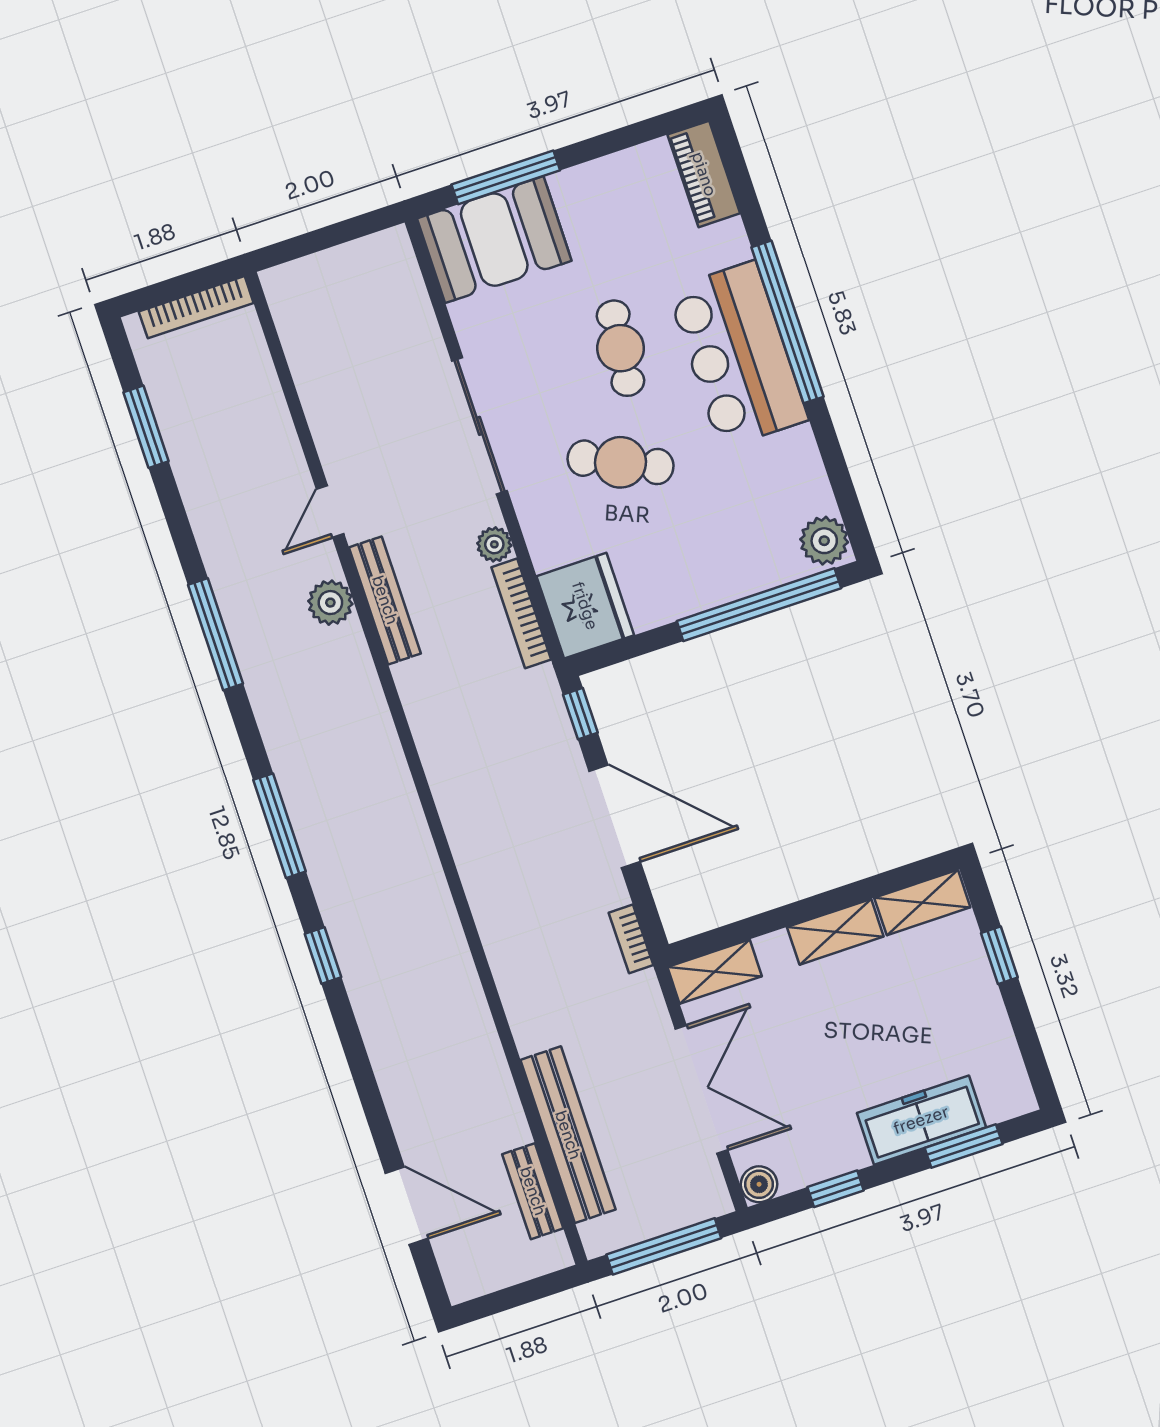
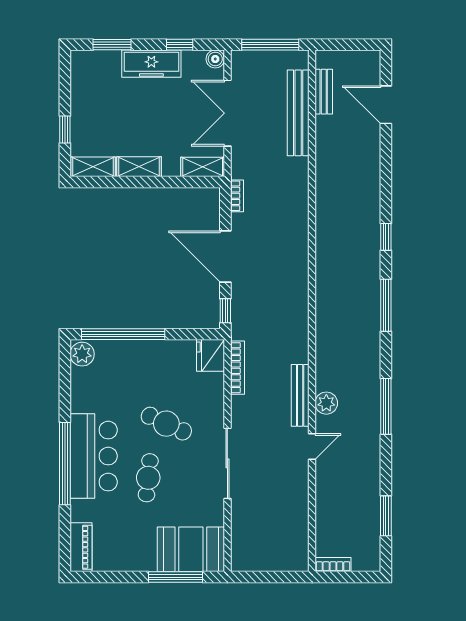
bookcase: (196, 307) -> (333, 565), width x0.64
plant: (494, 544) -> (239, 405), removed
fridge: (585, 606) -> (210, 355), width x0.73, depth x0.75
freezer: (921, 1120) -> (151, 64), moved

